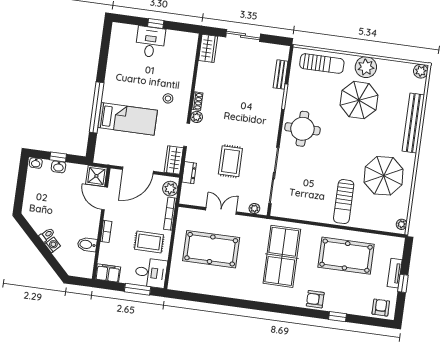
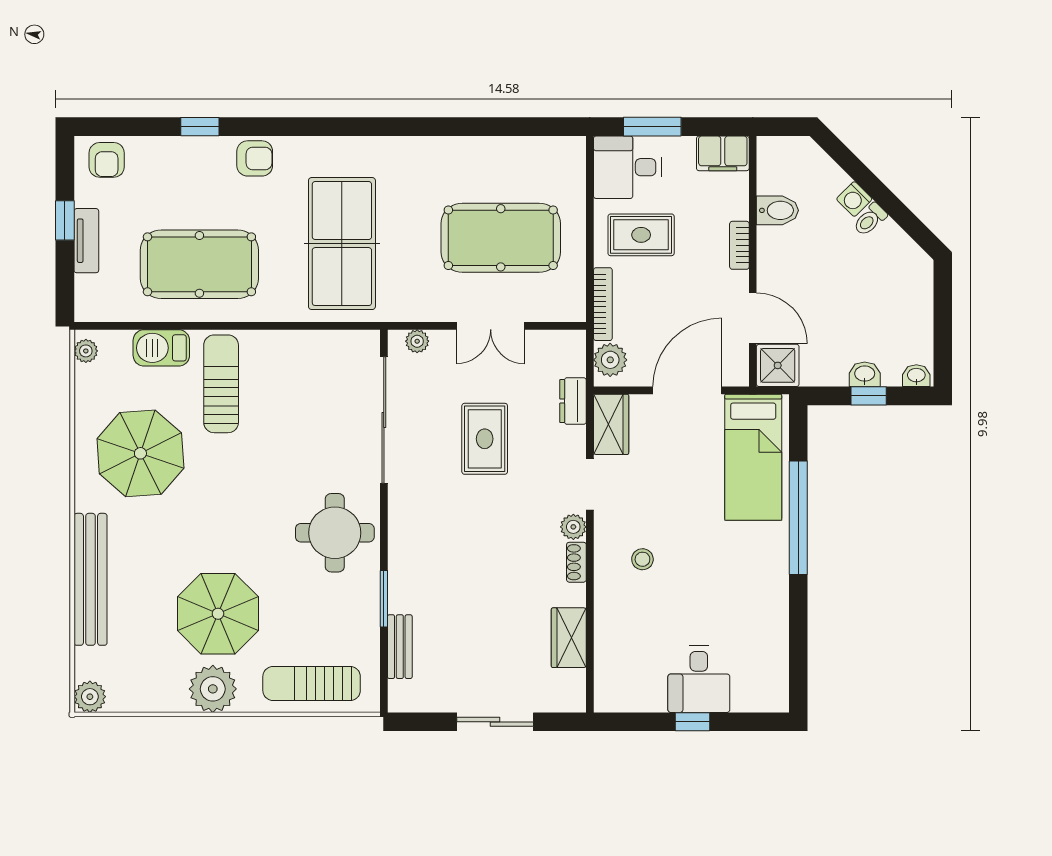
wardrobe: (208, 48) -> (569, 638), moved
bed: (128, 119) -> (753, 457), moved, turned -90
barbecue: (368, 221) -> (161, 348), added

